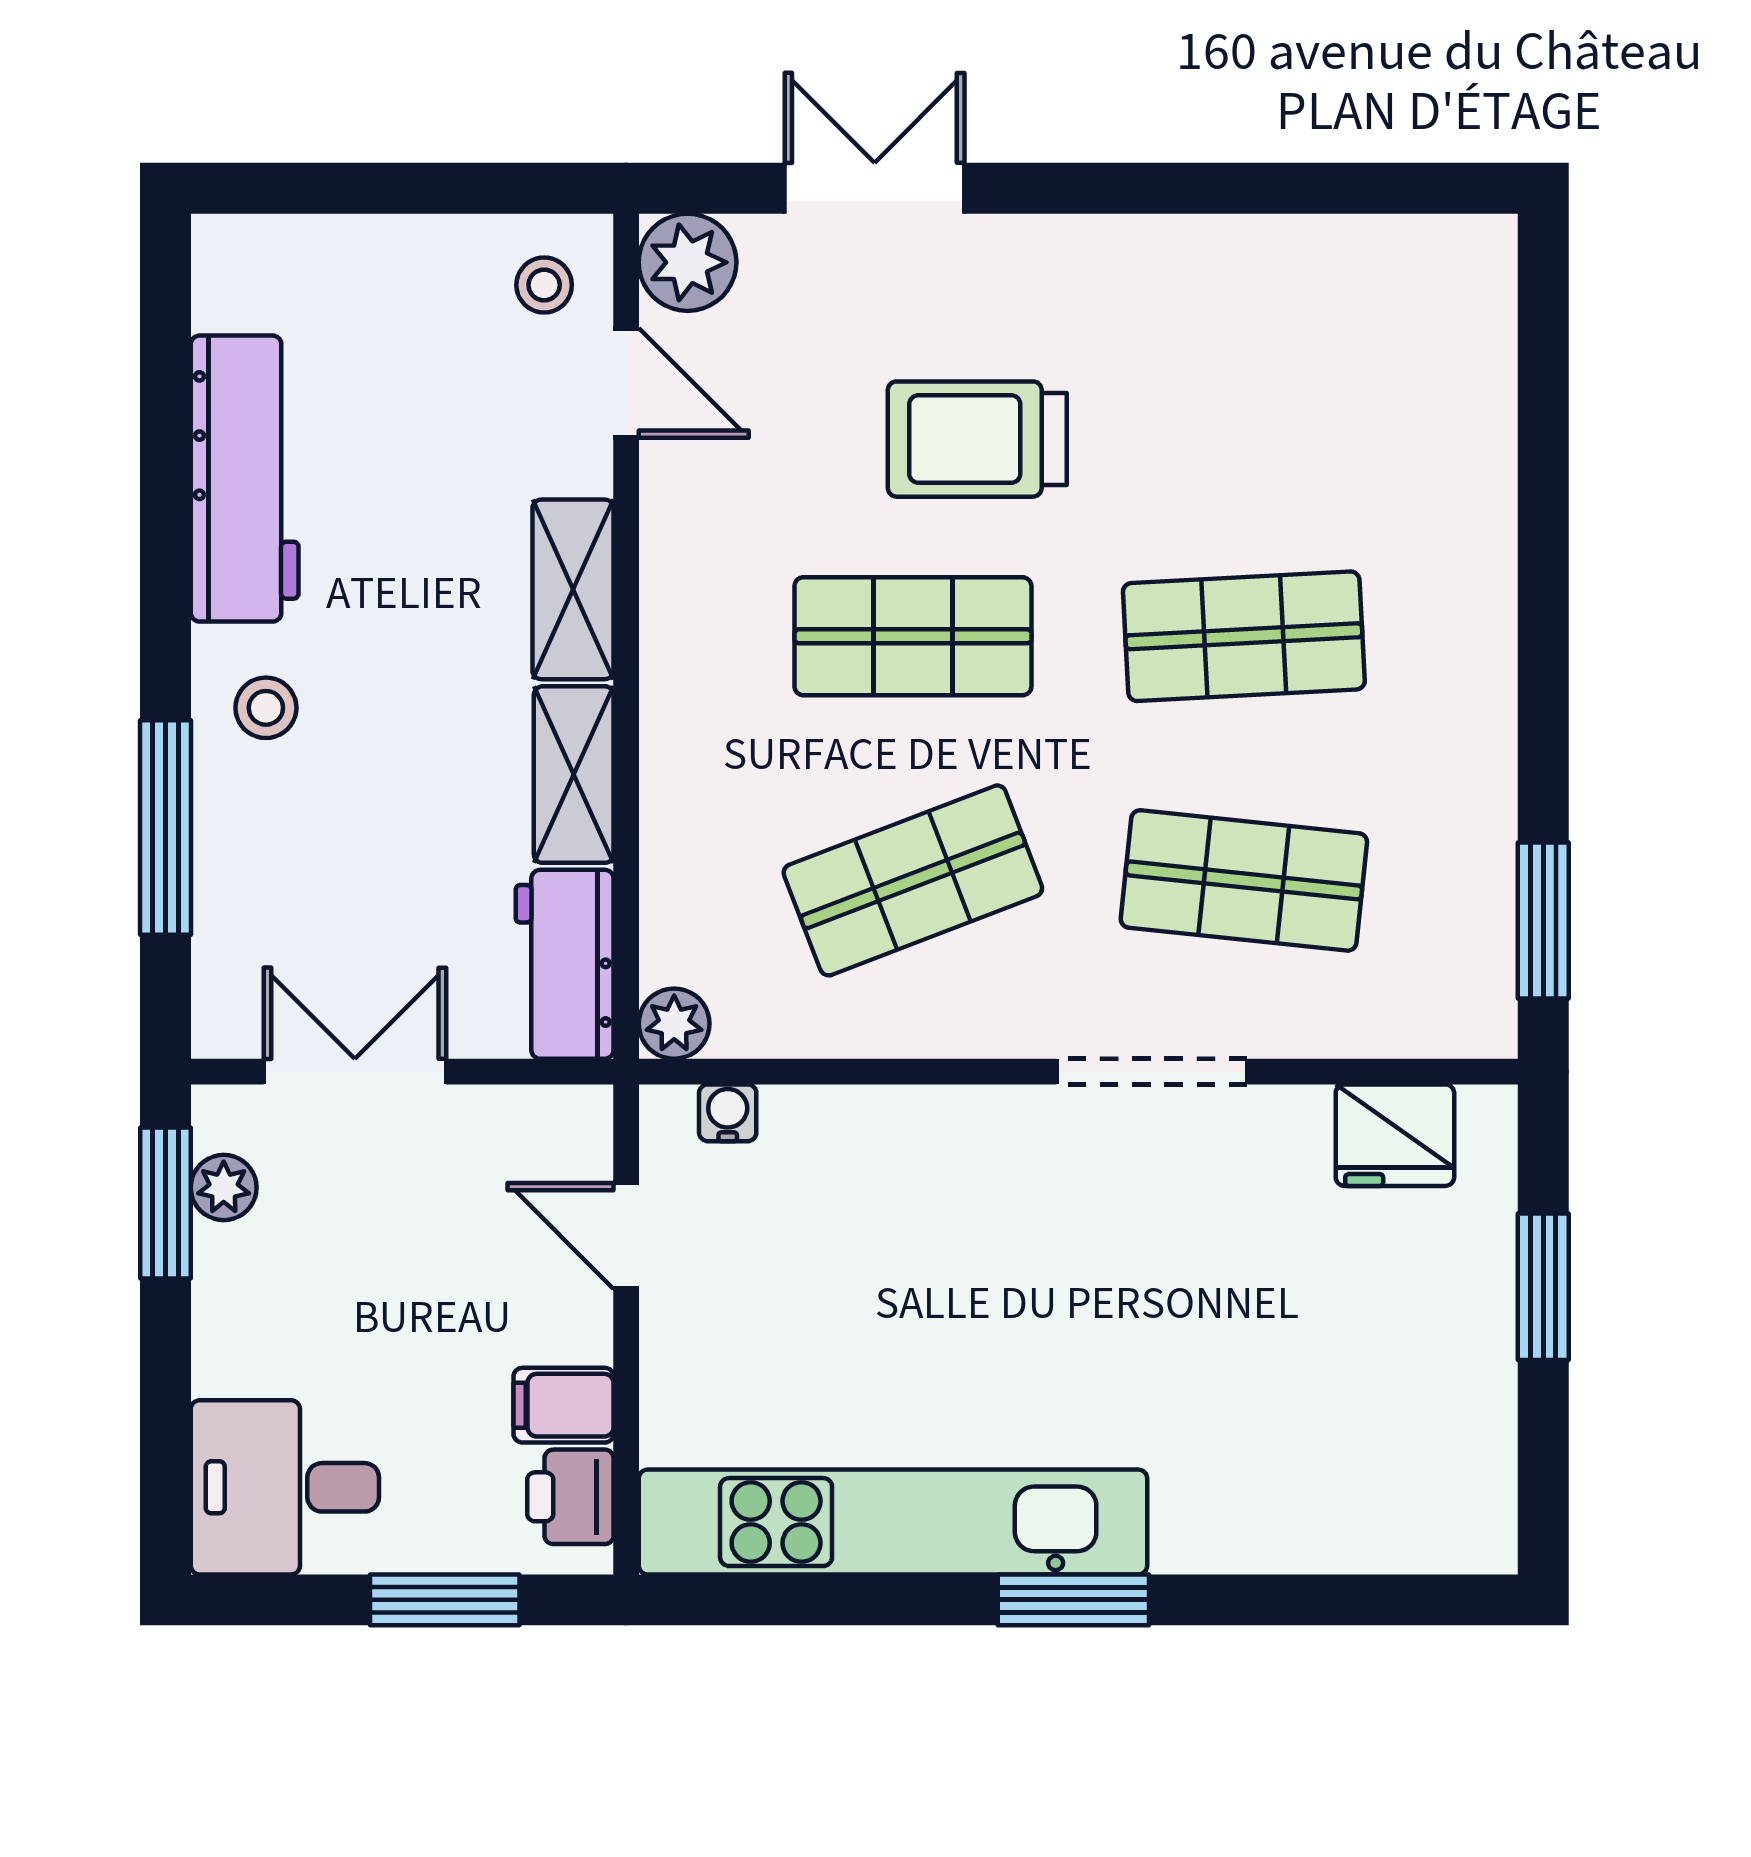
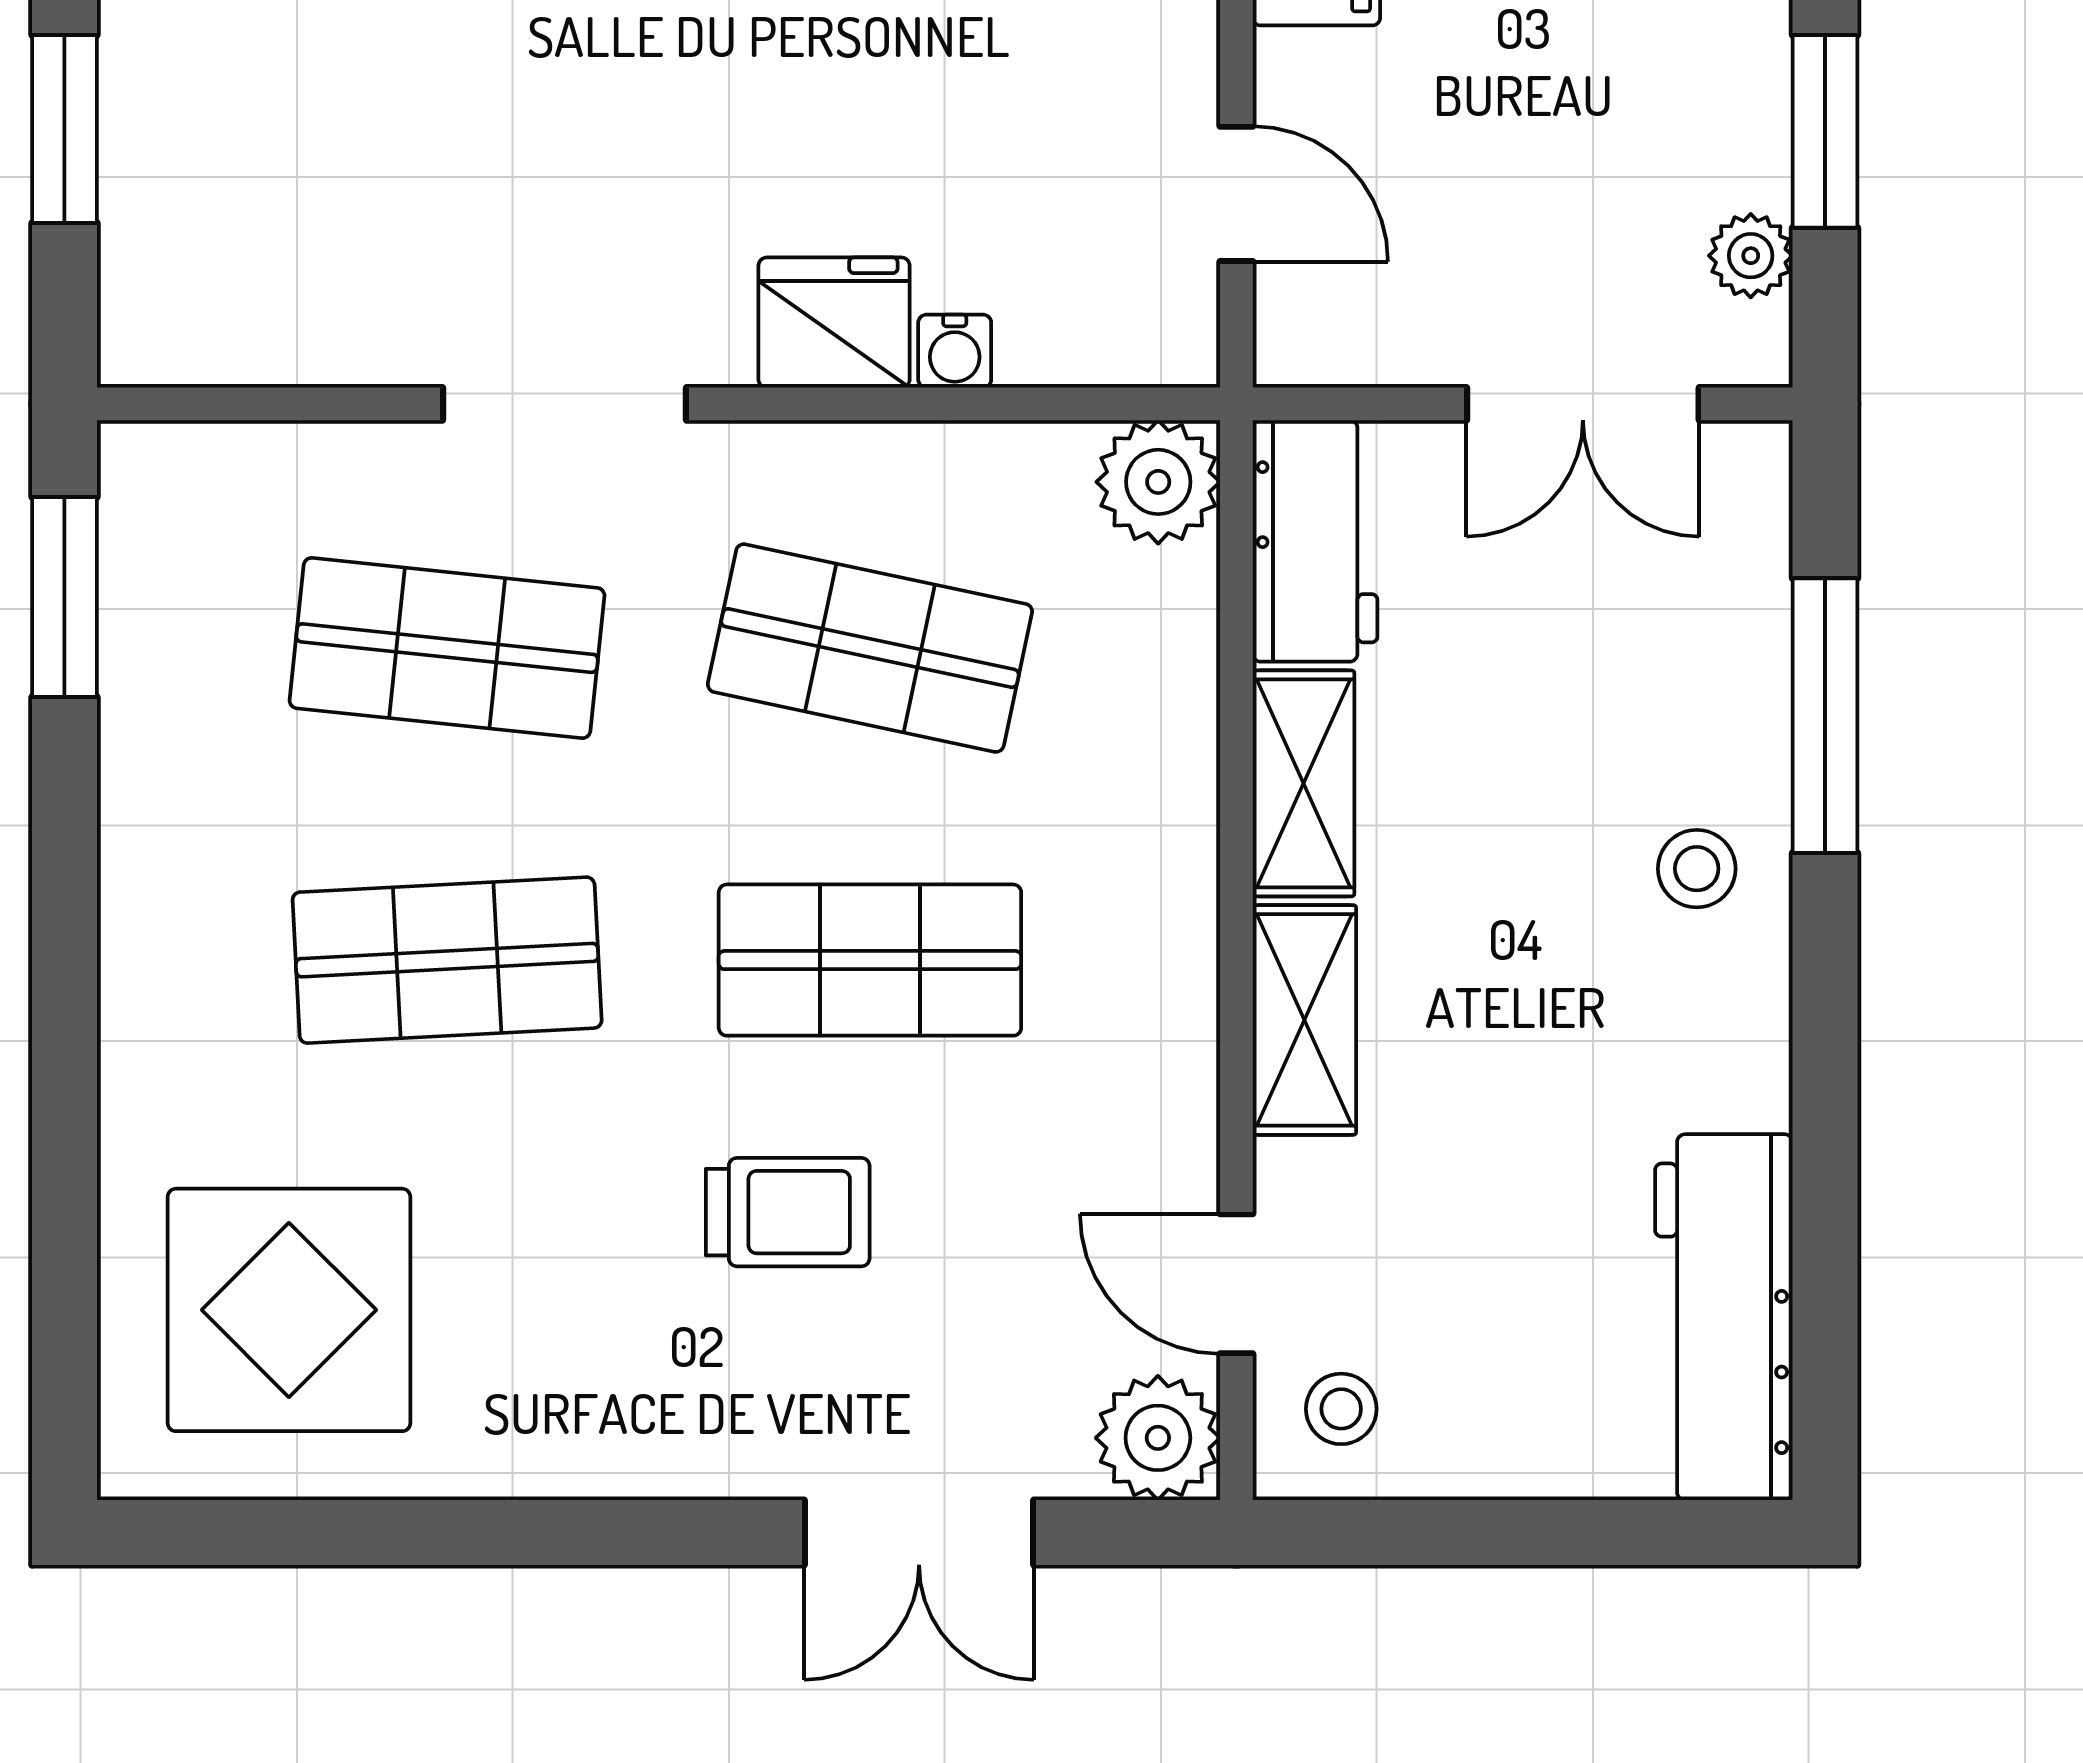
display table: (1368, 362) -> (289, 1310), added
trolley: (977, 439) -> (788, 1212), width x0.73, depth x0.72
workbench: (245, 479) -> (1724, 1317), moved
shop shelf: (913, 880) -> (870, 648), turned 33
plant: (674, 1024) -> (1158, 482), width x1.38, depth x1.38
water cooler: (728, 1113) -> (955, 351), moved
fridge: (1395, 1135) -> (834, 323), moved
window: (166, 1203) -> (1825, 131), moved

